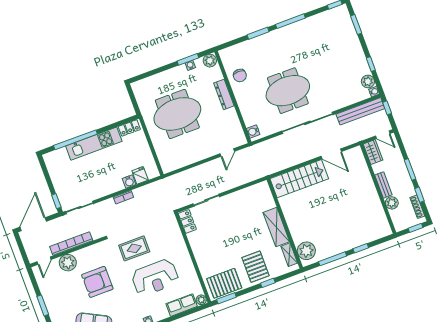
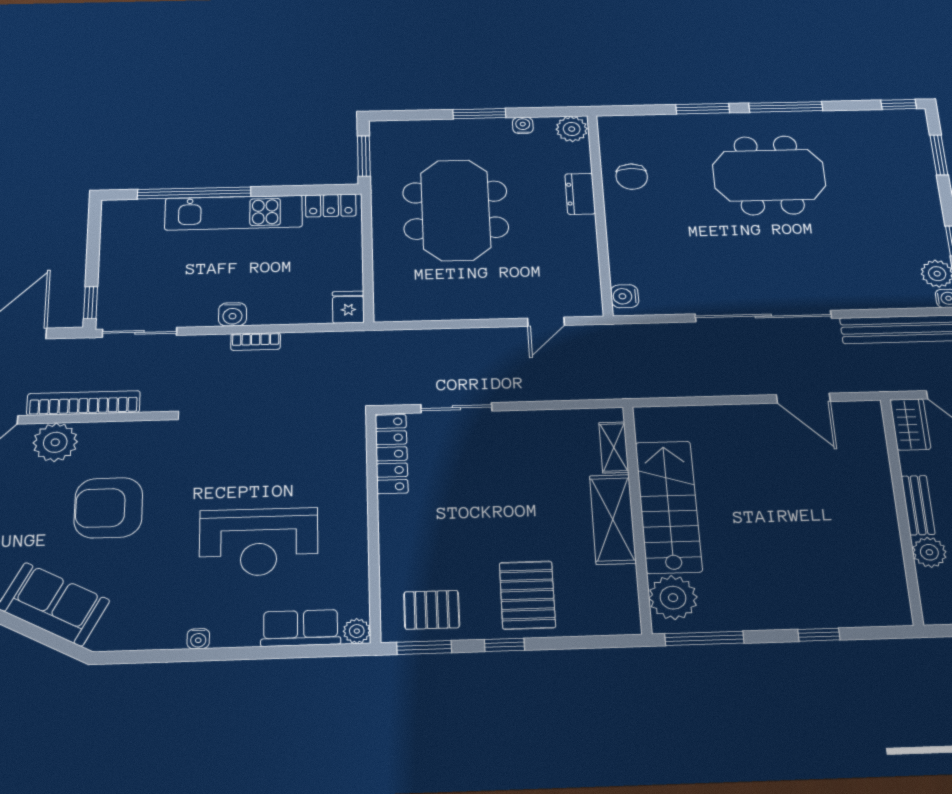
window: (188, 59) -> (479, 114), moved
meeting table: (288, 91) -> (769, 175), moved
dresser: (224, 94) -> (580, 194), width x0.70
window: (134, 101) -> (364, 156), added
meeting table: (177, 114) -> (456, 210), turned 90
fridge: (140, 175) -> (348, 307), moved
stairs: (299, 179) -> (669, 507), moved, turned -90
water cooler: (129, 182) -> (233, 314), moved
locker: (187, 221) -> (392, 454), width x1.53
rug: (134, 248) -> (234, 460), removed
shelving: (289, 255) -> (614, 447), moved
window: (333, 259) -> (704, 638), moved
pallet: (224, 283) -> (432, 610), width x0.67, depth x0.71
window: (268, 283) -> (504, 645), moved

